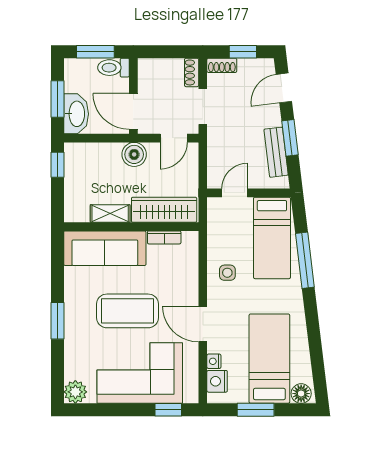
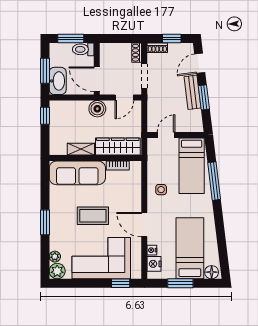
bench: (276, 152) -> (193, 92), moved
coffee table: (128, 311) -> (93, 216), width x0.73, depth x0.76
plant: (72, 371) -> (55, 257), added

